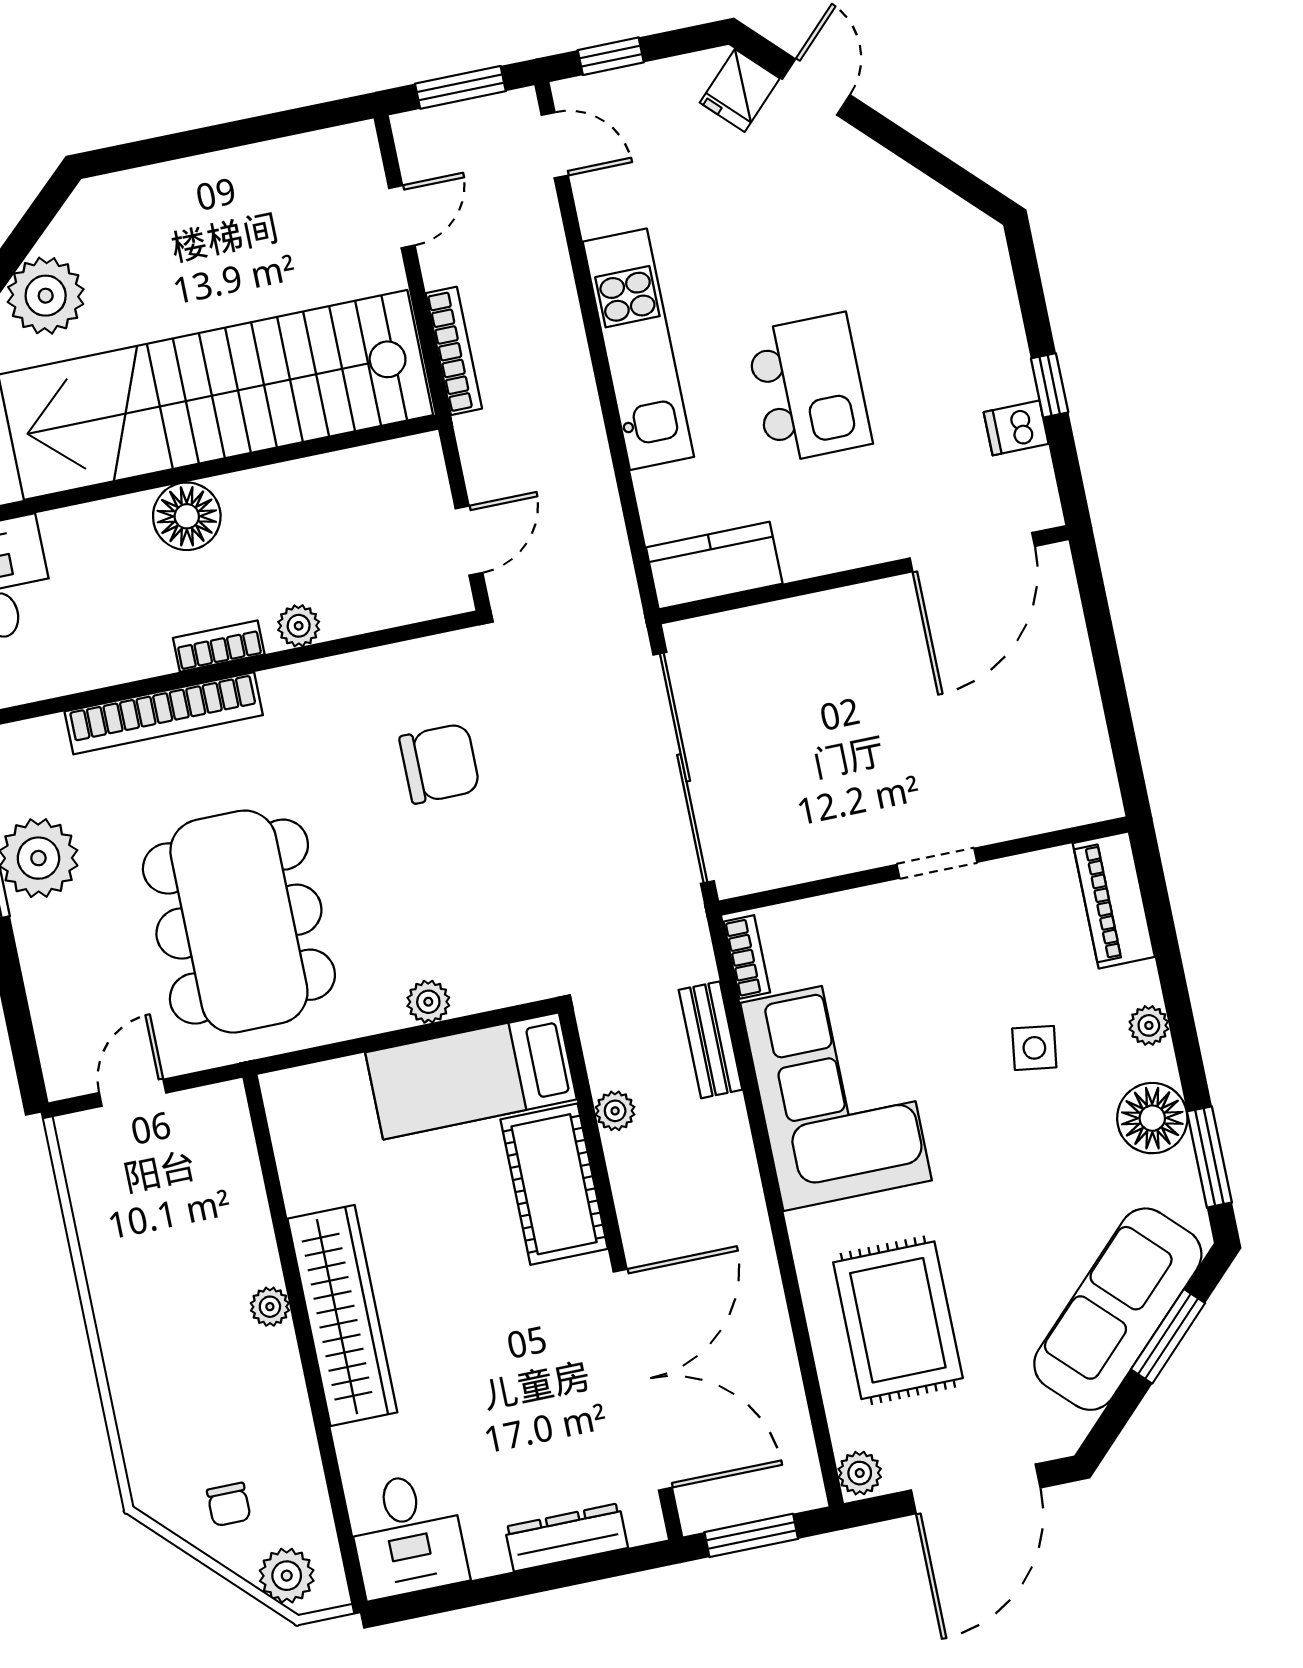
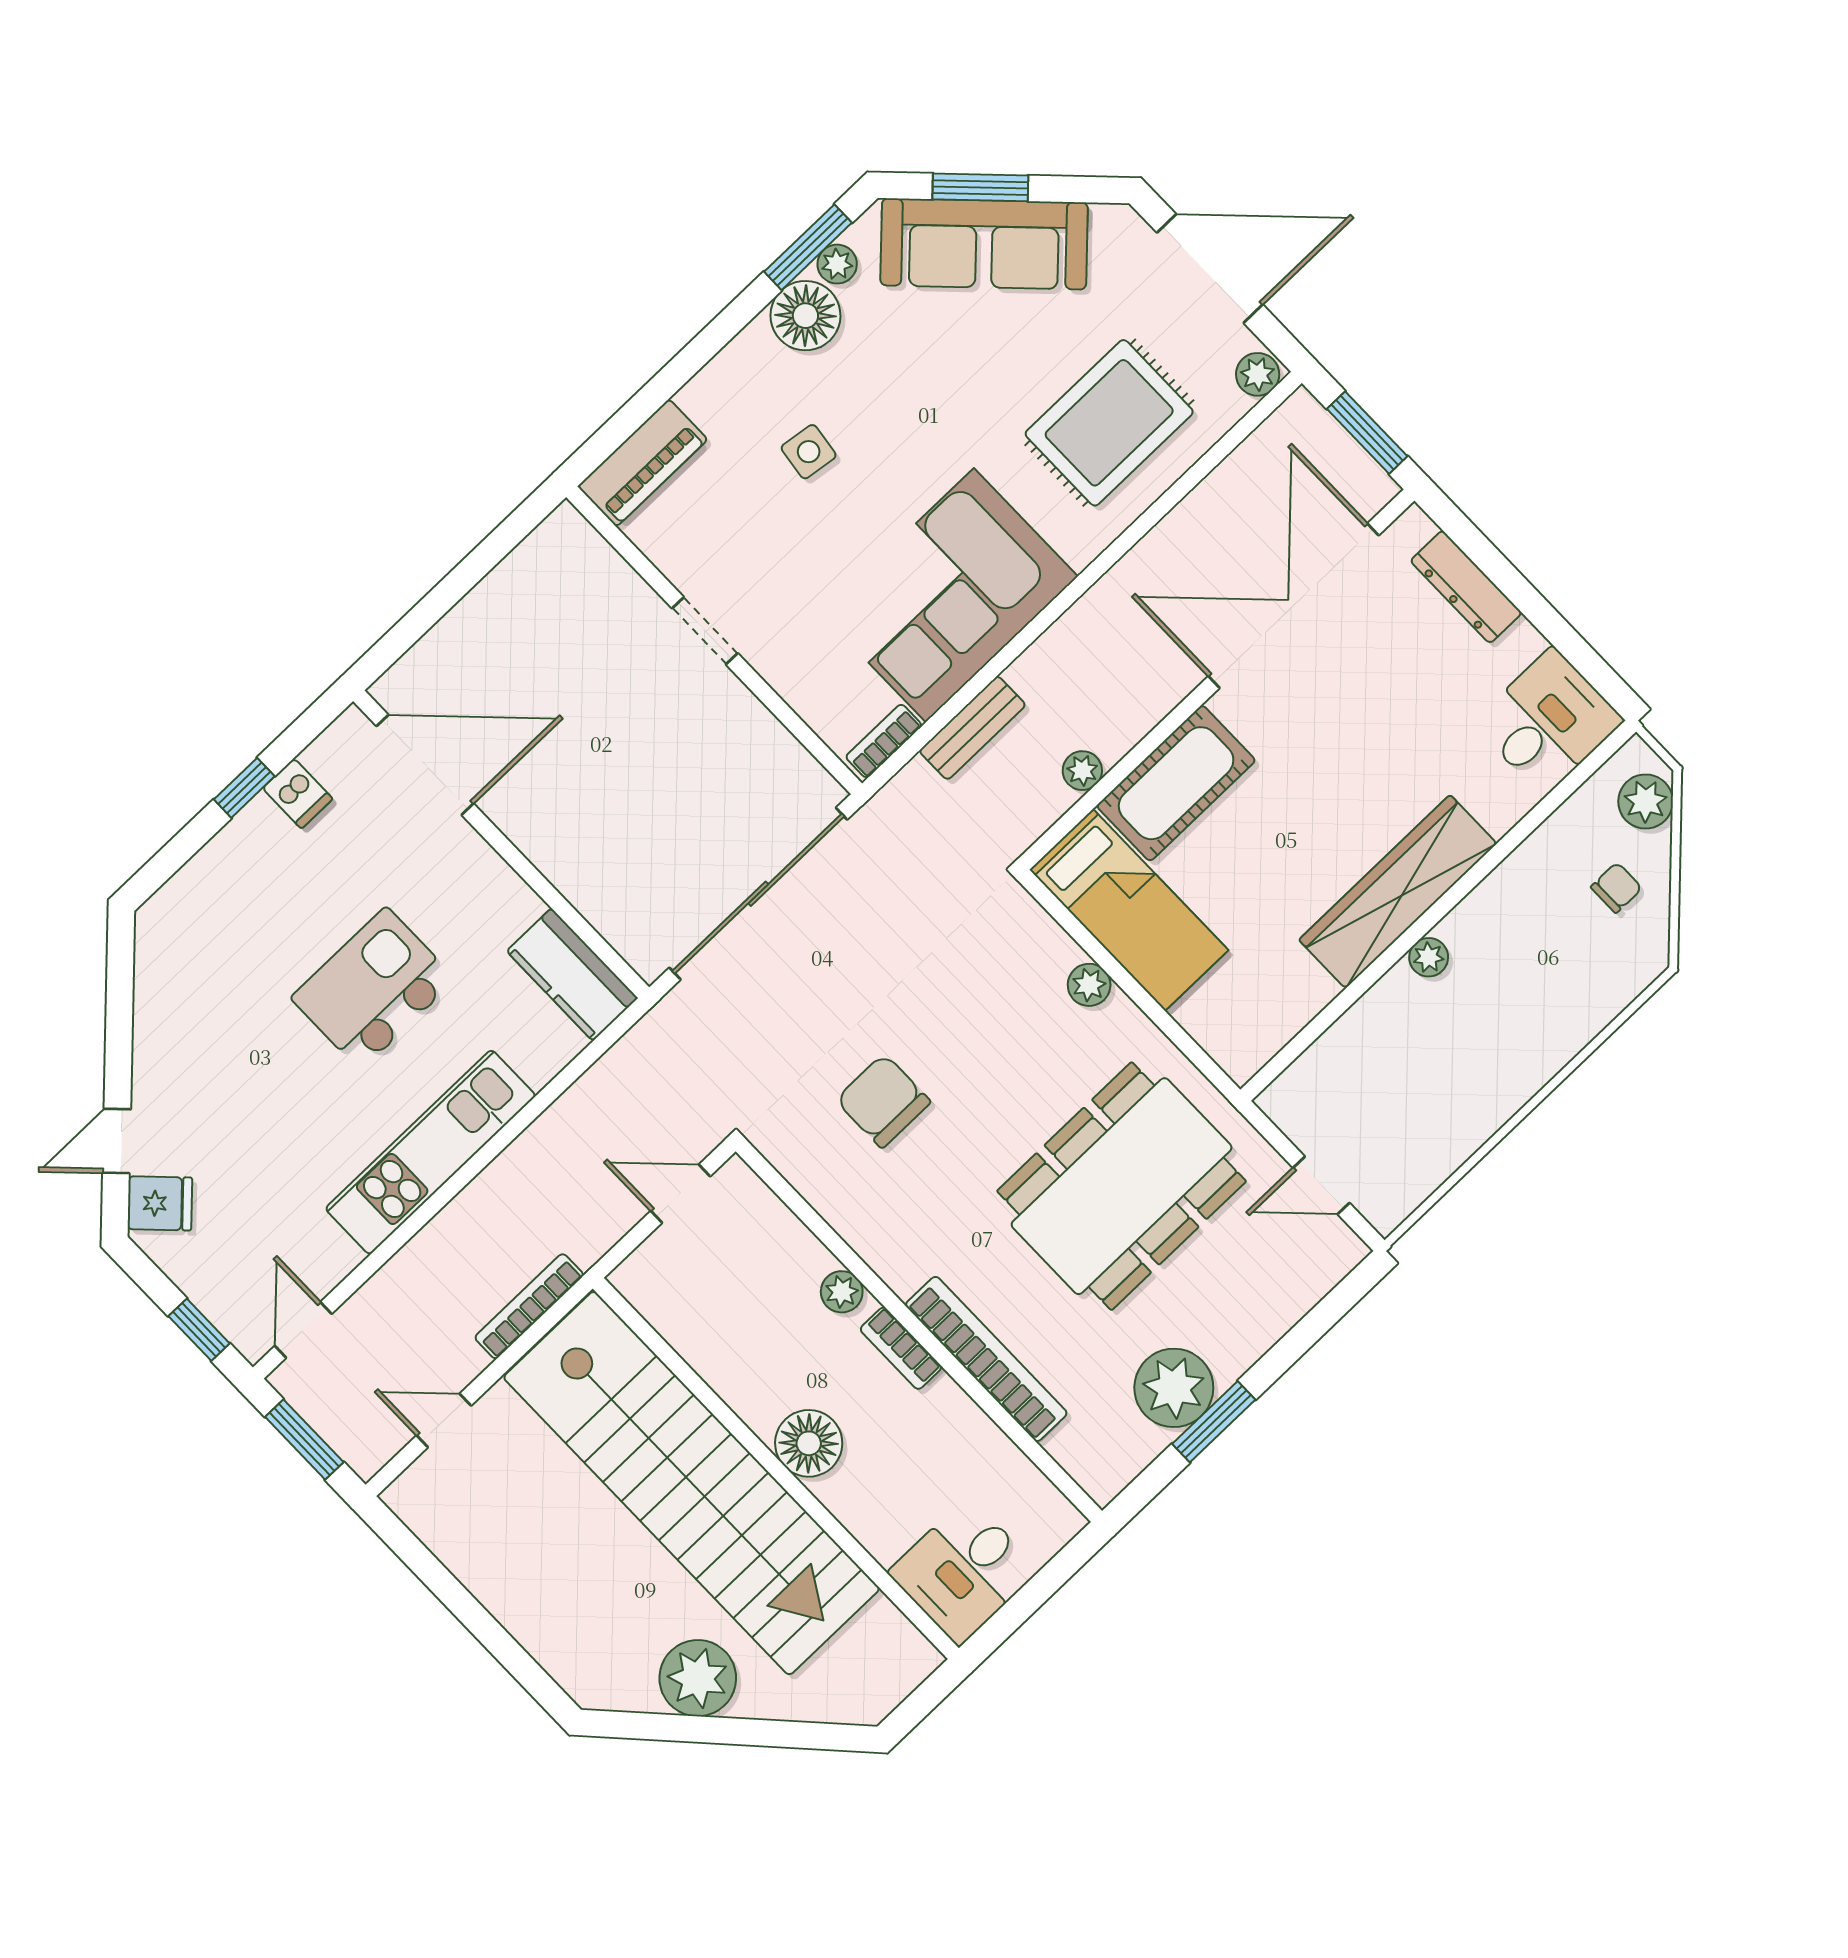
plant: (1149, 1025) -> (837, 264), moved

